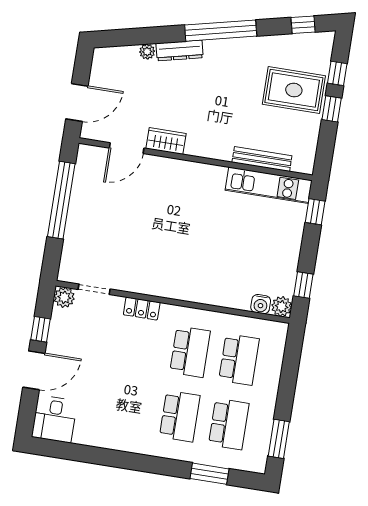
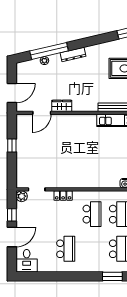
window: (221, 31) -> (49, 51), moved
dresser: (180, 50) -> (73, 55), moved
window: (61, 200) -> (12, 146), width x0.32
school desk: (180, 416) -> (66, 249), moved

